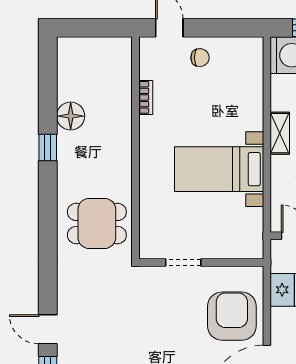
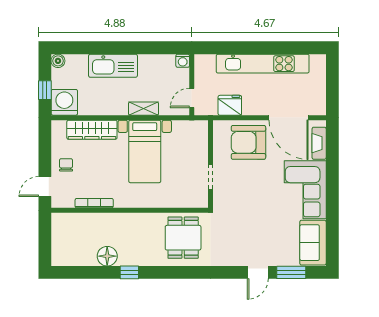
wardrobe: (250, 94) -> (92, 130), added
bookcase: (146, 97) -> (94, 203), width x1.56
shelving: (280, 133) -> (144, 109), moved

